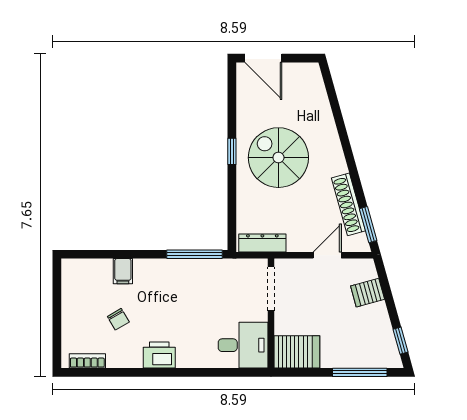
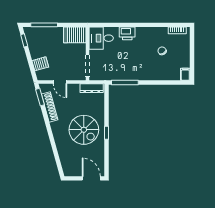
door: (327, 255) -> (60, 82), hinge flipped
filing cabinet: (123, 271) -> (185, 74), moved
printer: (159, 355) -> (127, 33), moved

